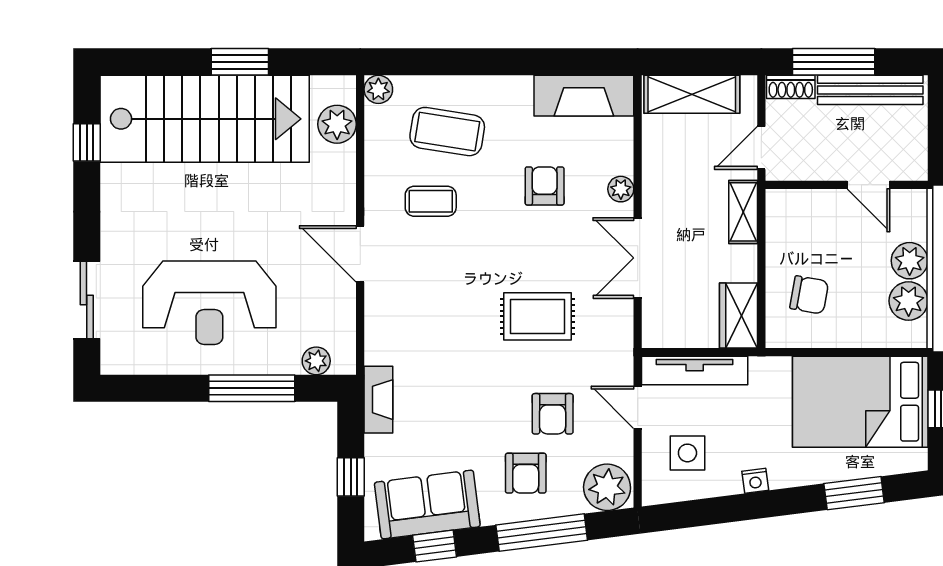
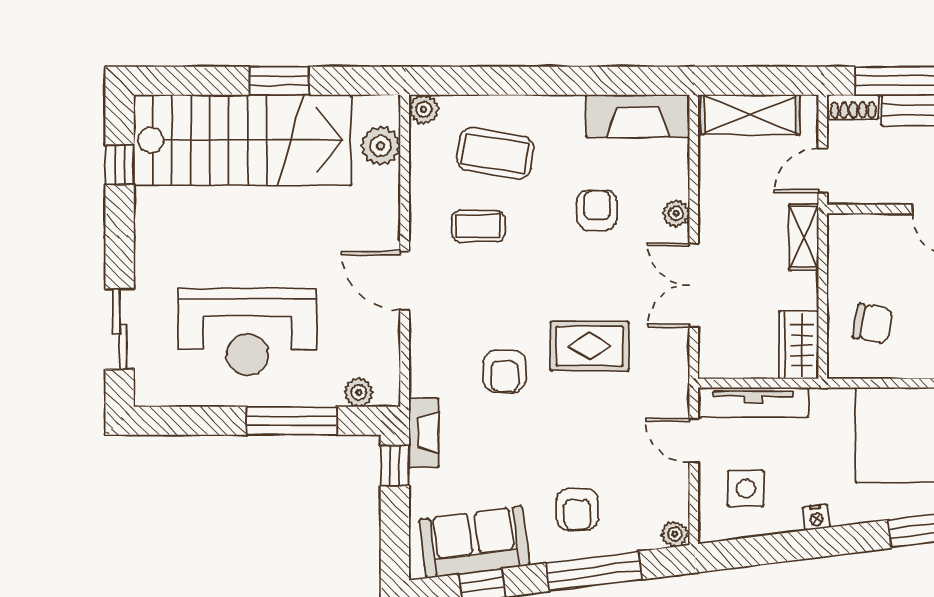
armchair: (553, 414) -> (505, 371), moved
window: (351, 477) -> (395, 466), moved
plant: (607, 487) -> (675, 534), width x0.53, depth x0.53

